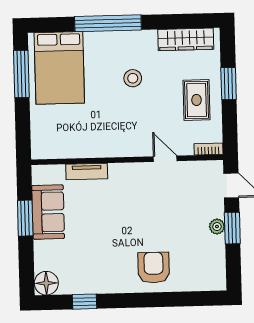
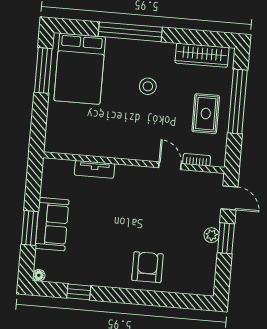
window: (229, 84) -> (238, 101), width x2.11
bookcase: (208, 149) -> (197, 160), moved
sofa: (48, 212) -> (52, 224), moved
window: (25, 218) -> (30, 228), moved
floor lamp: (46, 283) -> (39, 275), width x0.53, depth x0.53

